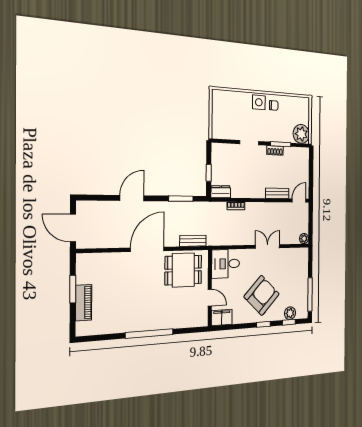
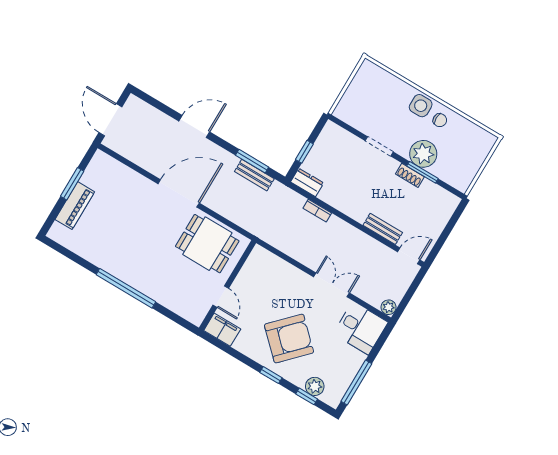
plant: (301, 134) -> (423, 154), moved
bench: (193, 241) -> (254, 175), moved
desk: (226, 264) -> (360, 328), moved, turned 180

